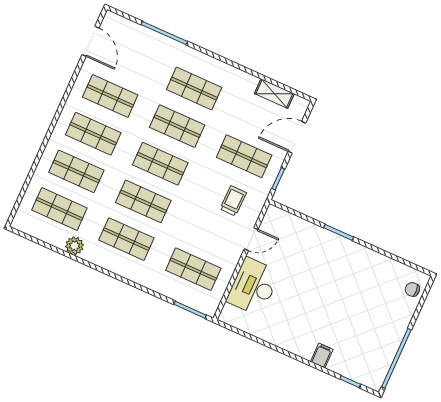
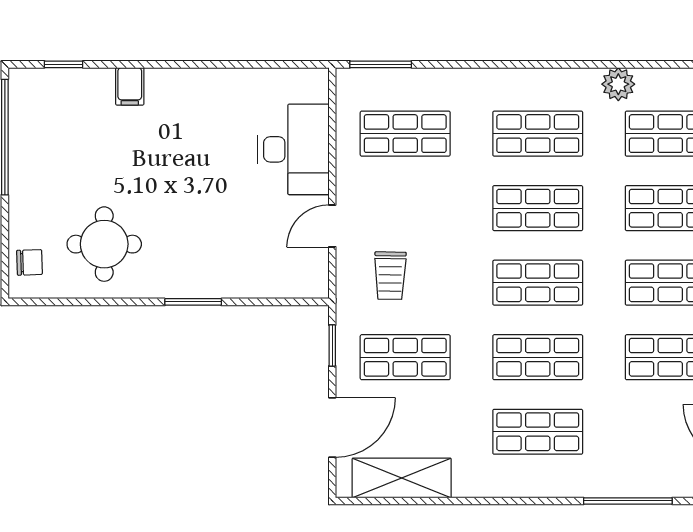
shelving: (274, 94) -> (402, 478), width x1.50, depth x1.33
round table: (370, 282) -> (104, 244), added

